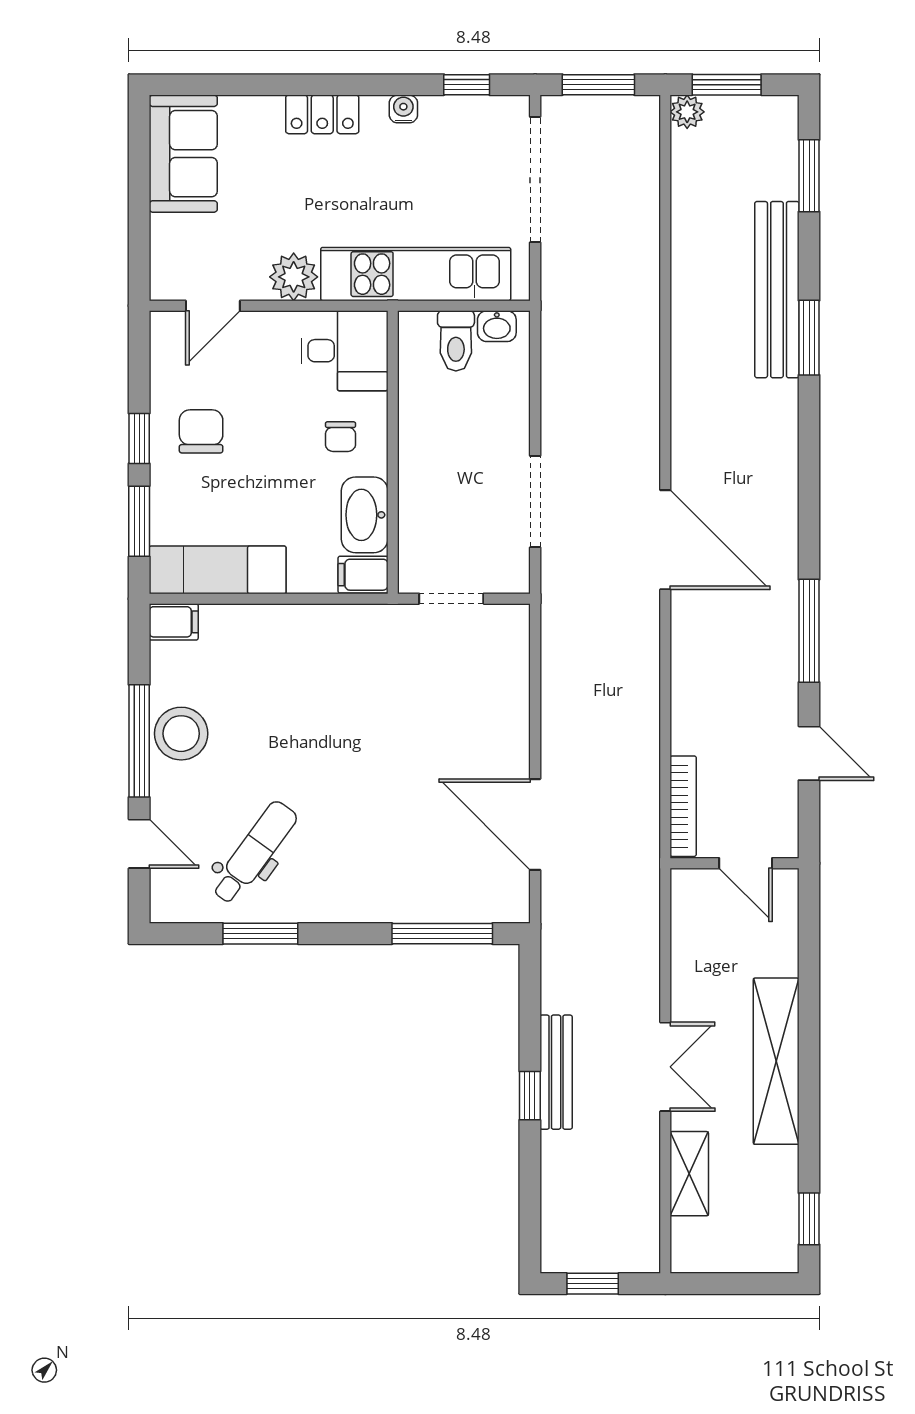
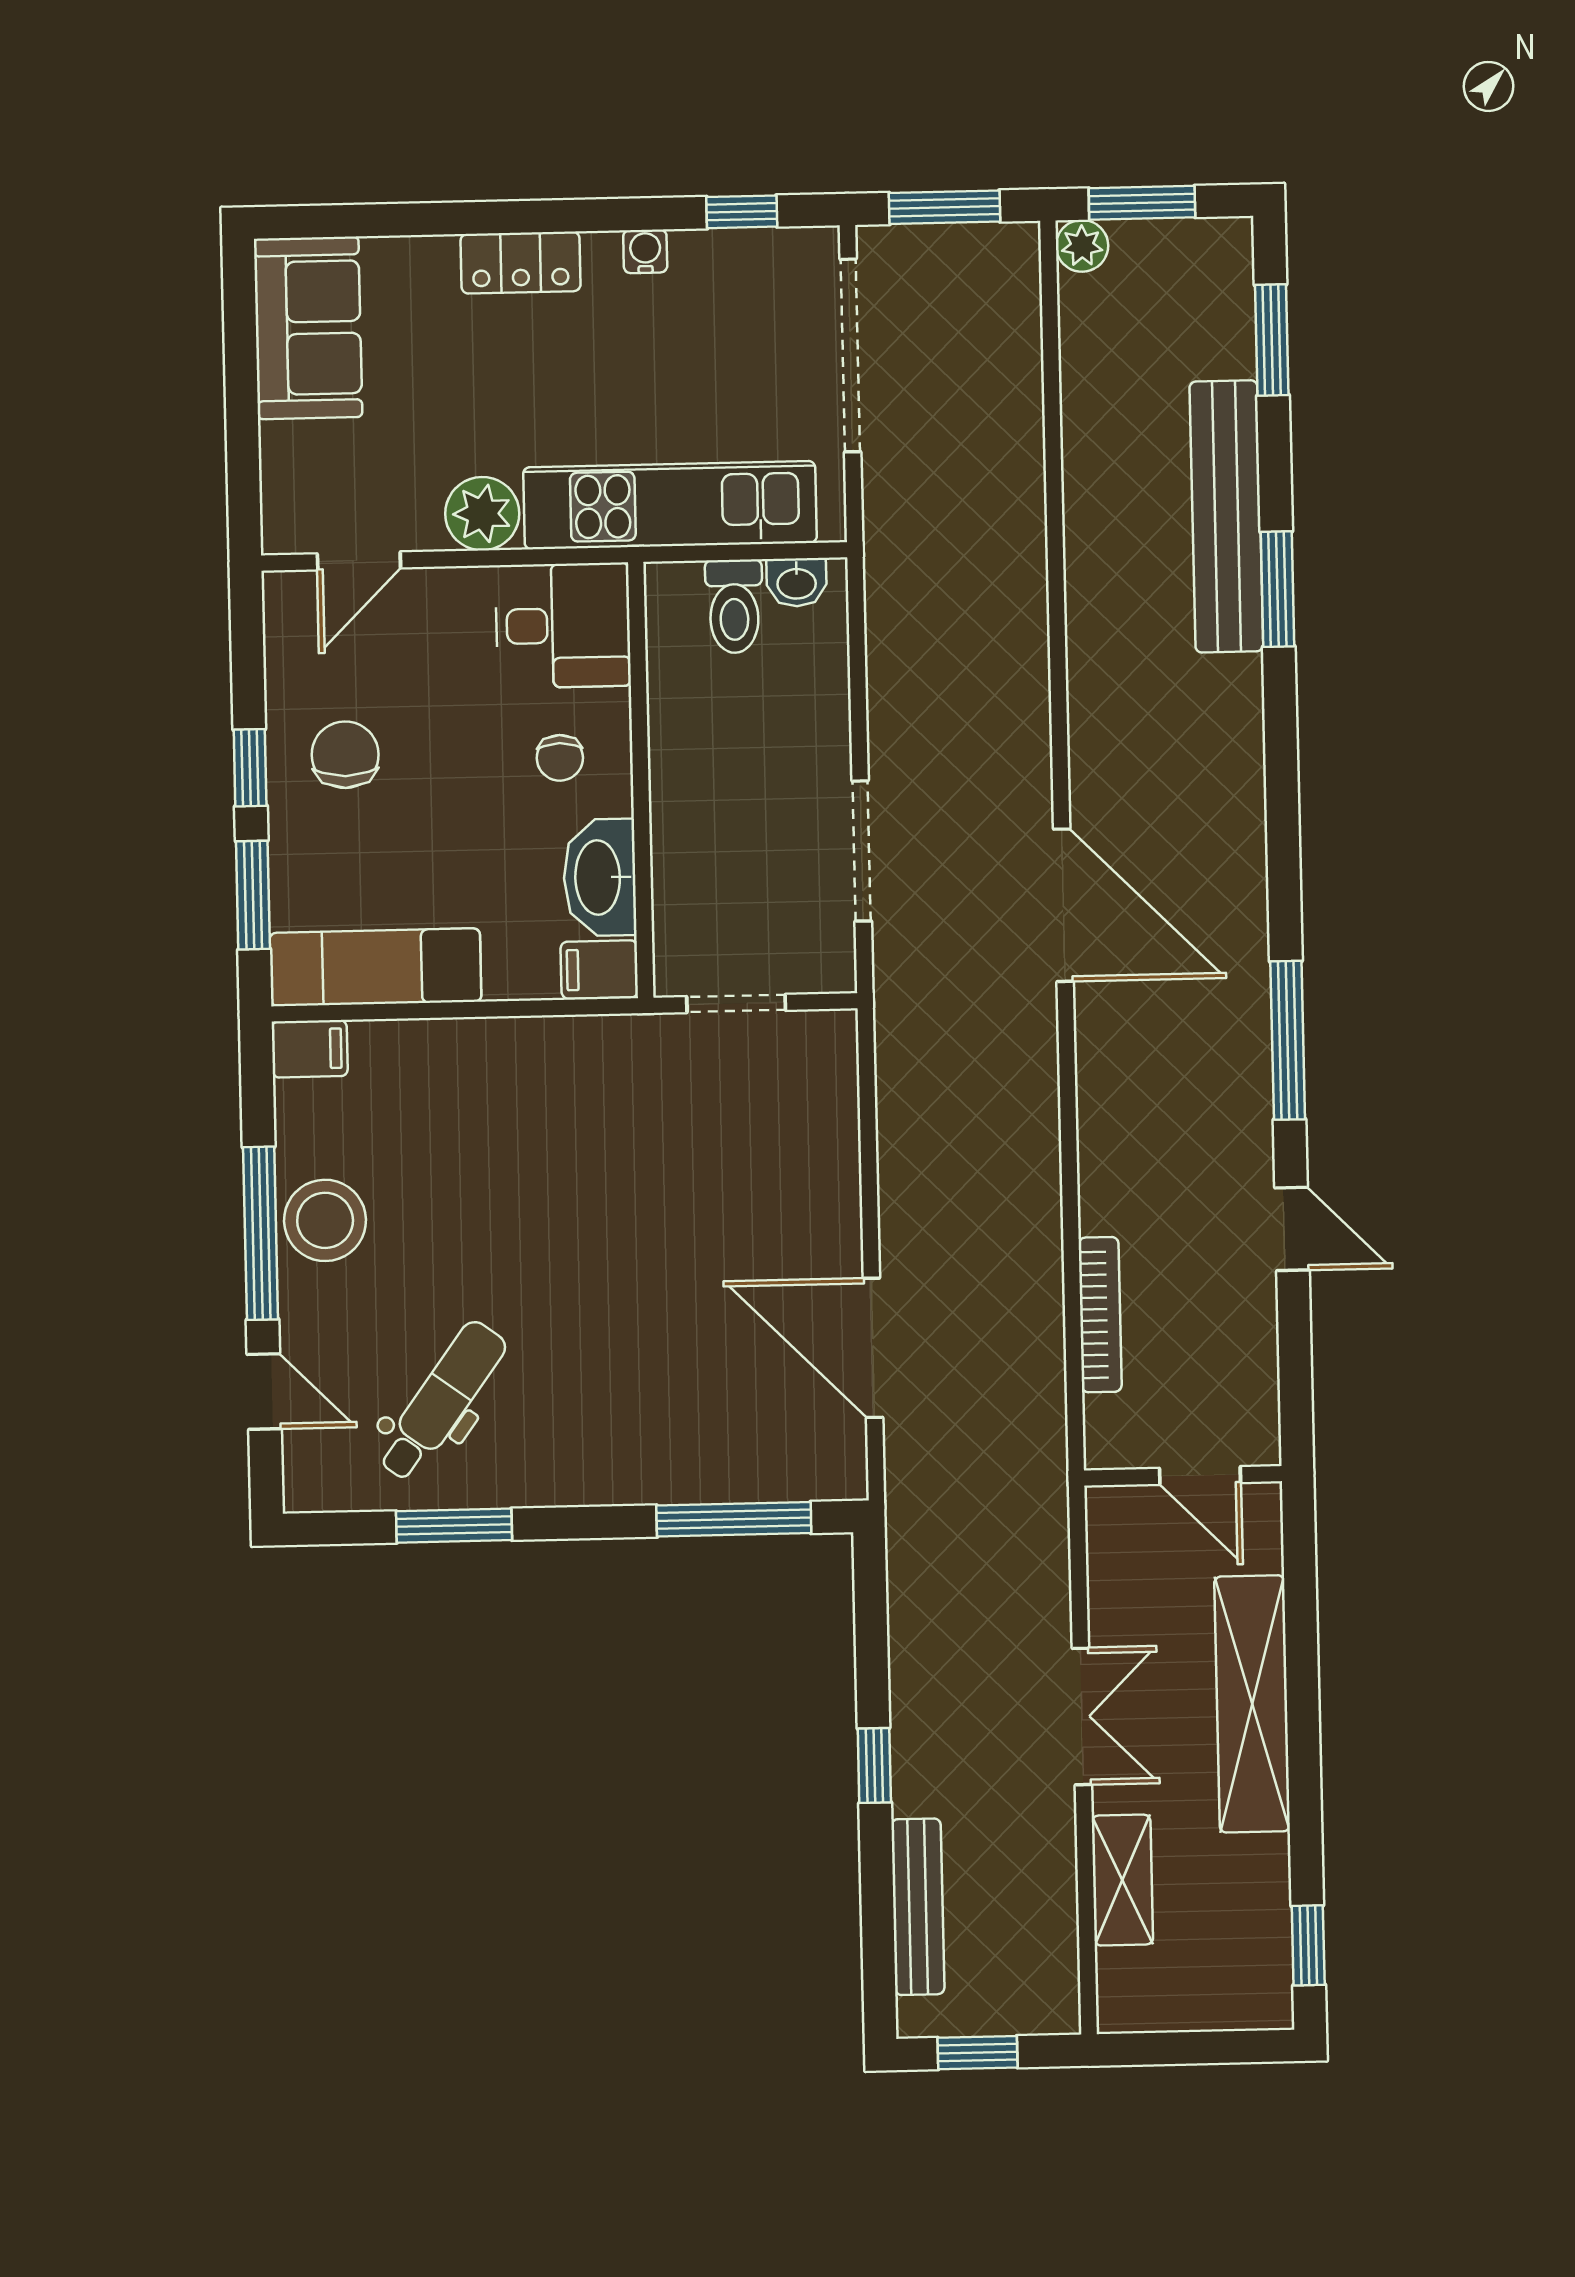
wall: (735, 863) -> (1183, 1476), moved
door: (746, 863) -> (1200, 1475), moved
bench: (556, 1072) -> (918, 1907), moved

